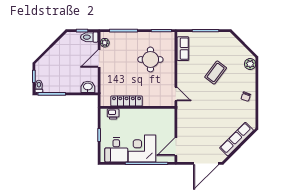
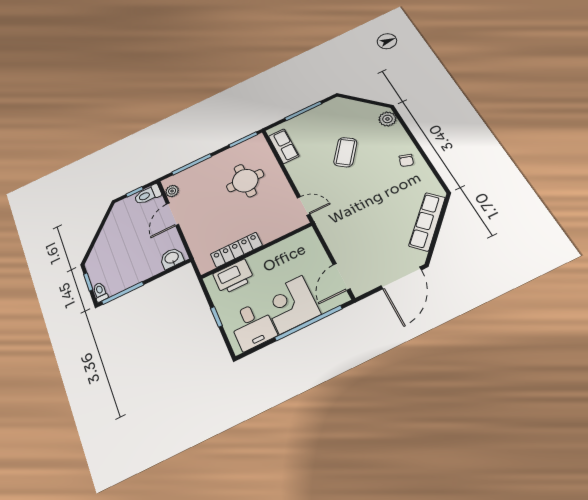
printer: (113, 114) -> (234, 277), width x1.87, depth x1.48

